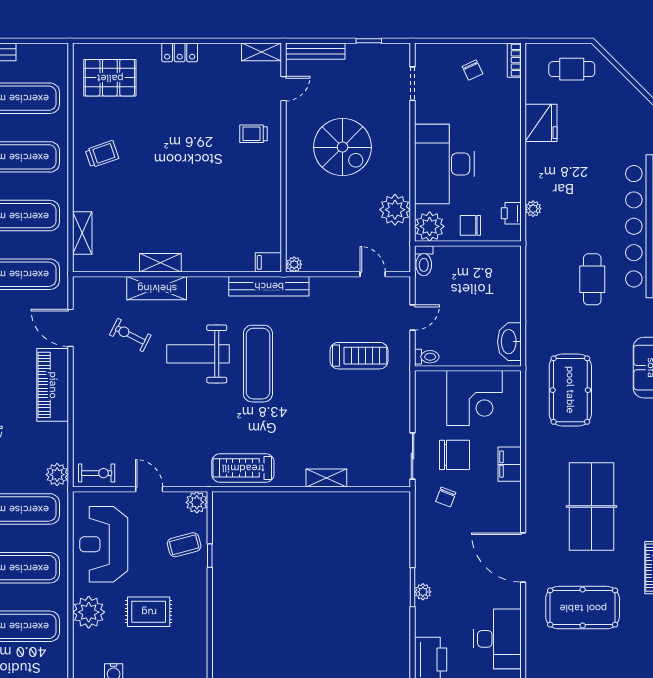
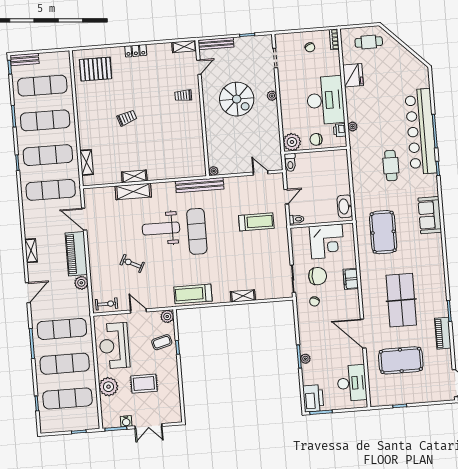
trolley: (102, 154) -> (127, 118), moved
desk: (444, 164) -> (325, 100), moved, turned 180
plant: (395, 210) -> (272, 96), moved, width x0.53, depth x0.53
filing cabinet: (268, 262) -> (198, 171), removed
exercise bike: (130, 335) -> (132, 263), moved
plant: (57, 475) -> (81, 283), moved

